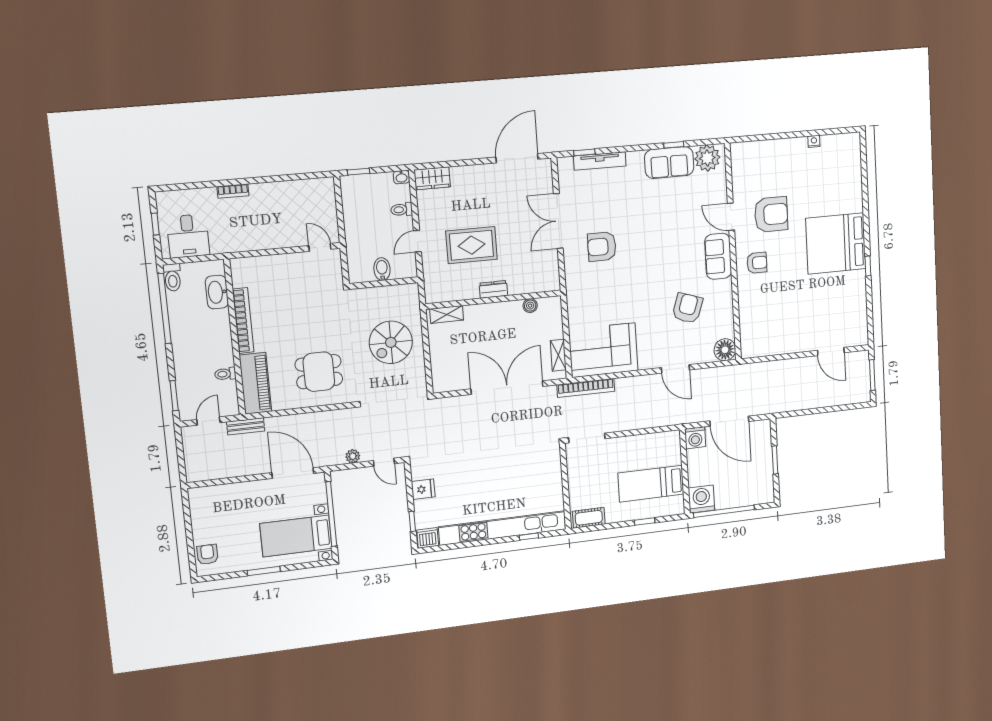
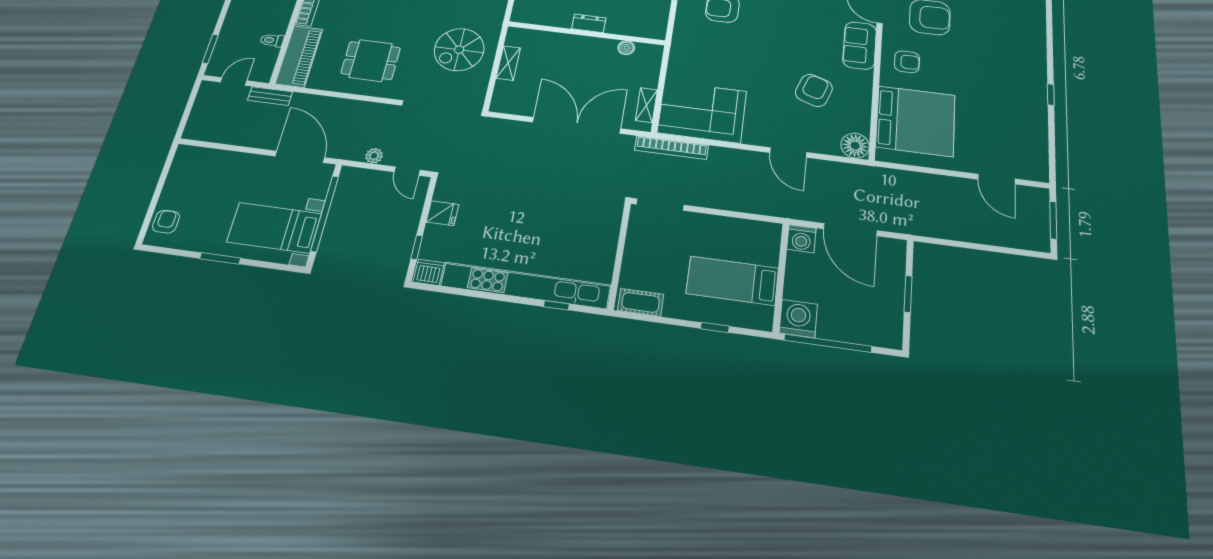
bed: (836, 243) -> (915, 121), moved, turned 180
shelving: (447, 314) -> (508, 63), moved, turned 90

